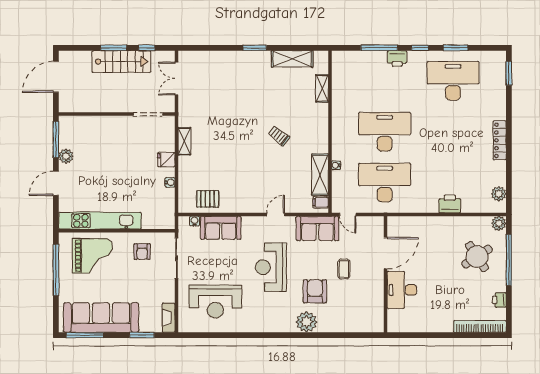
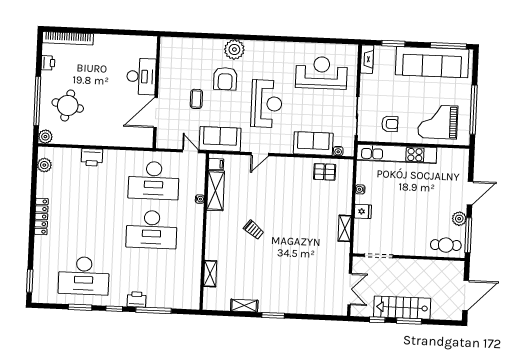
shelving: (292, 59) -> (244, 306), width x0.67, depth x0.75
cafe table: (79, 128) -> (446, 245), added
kitchen unit: (100, 221) -> (397, 154), moved
armchair: (142, 252) -> (390, 124), turned 90
round table: (477, 257) -> (68, 105), turned 45

